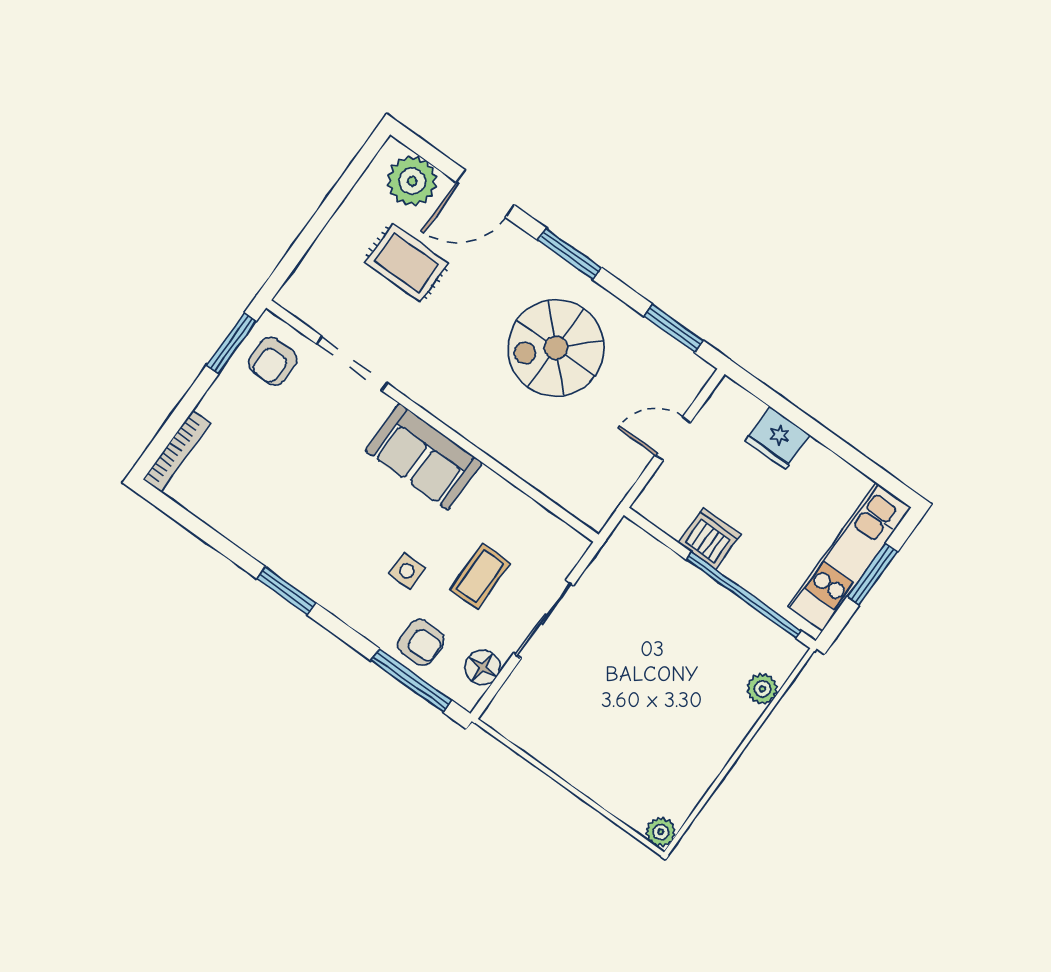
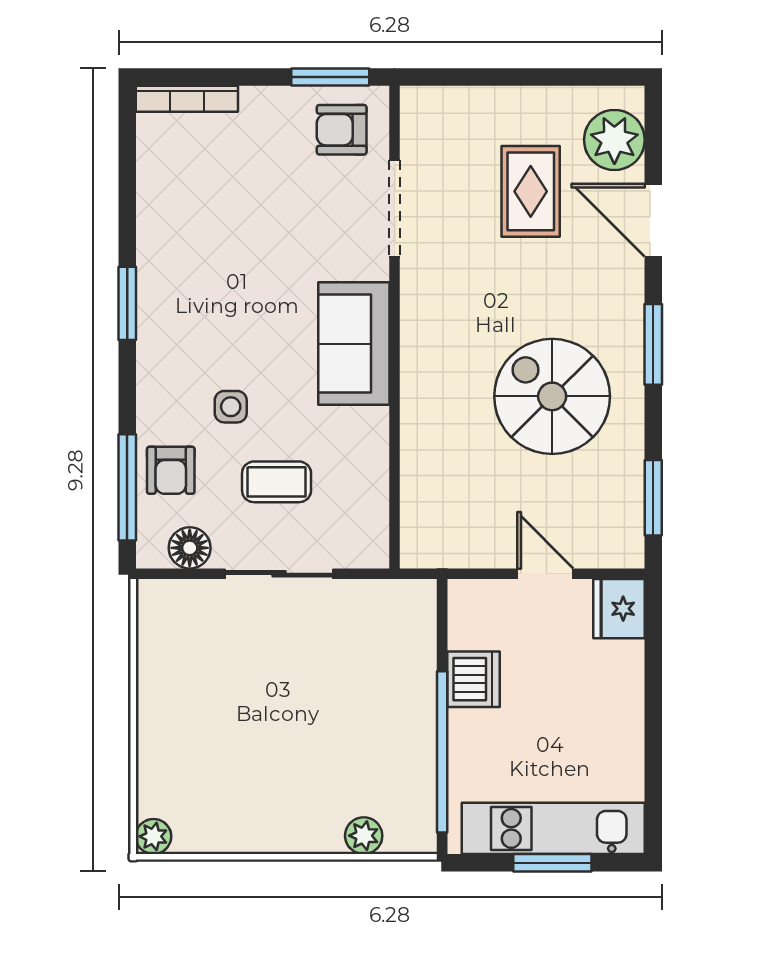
fridge: (778, 438) -> (619, 609), moved

